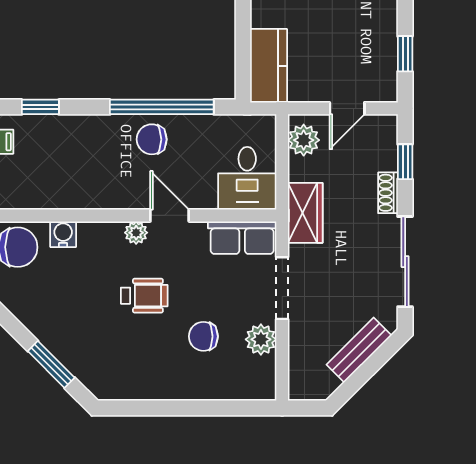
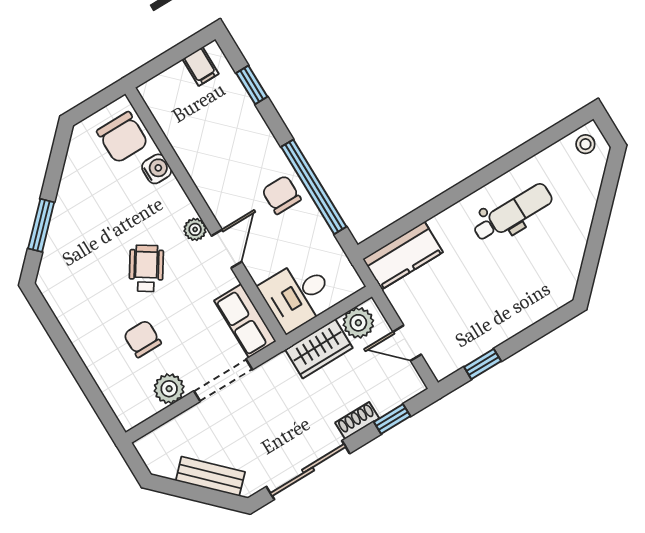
wardrobe: (305, 213) -> (319, 349), moved
wheelchair: (144, 296) -> (146, 268), turned -147

